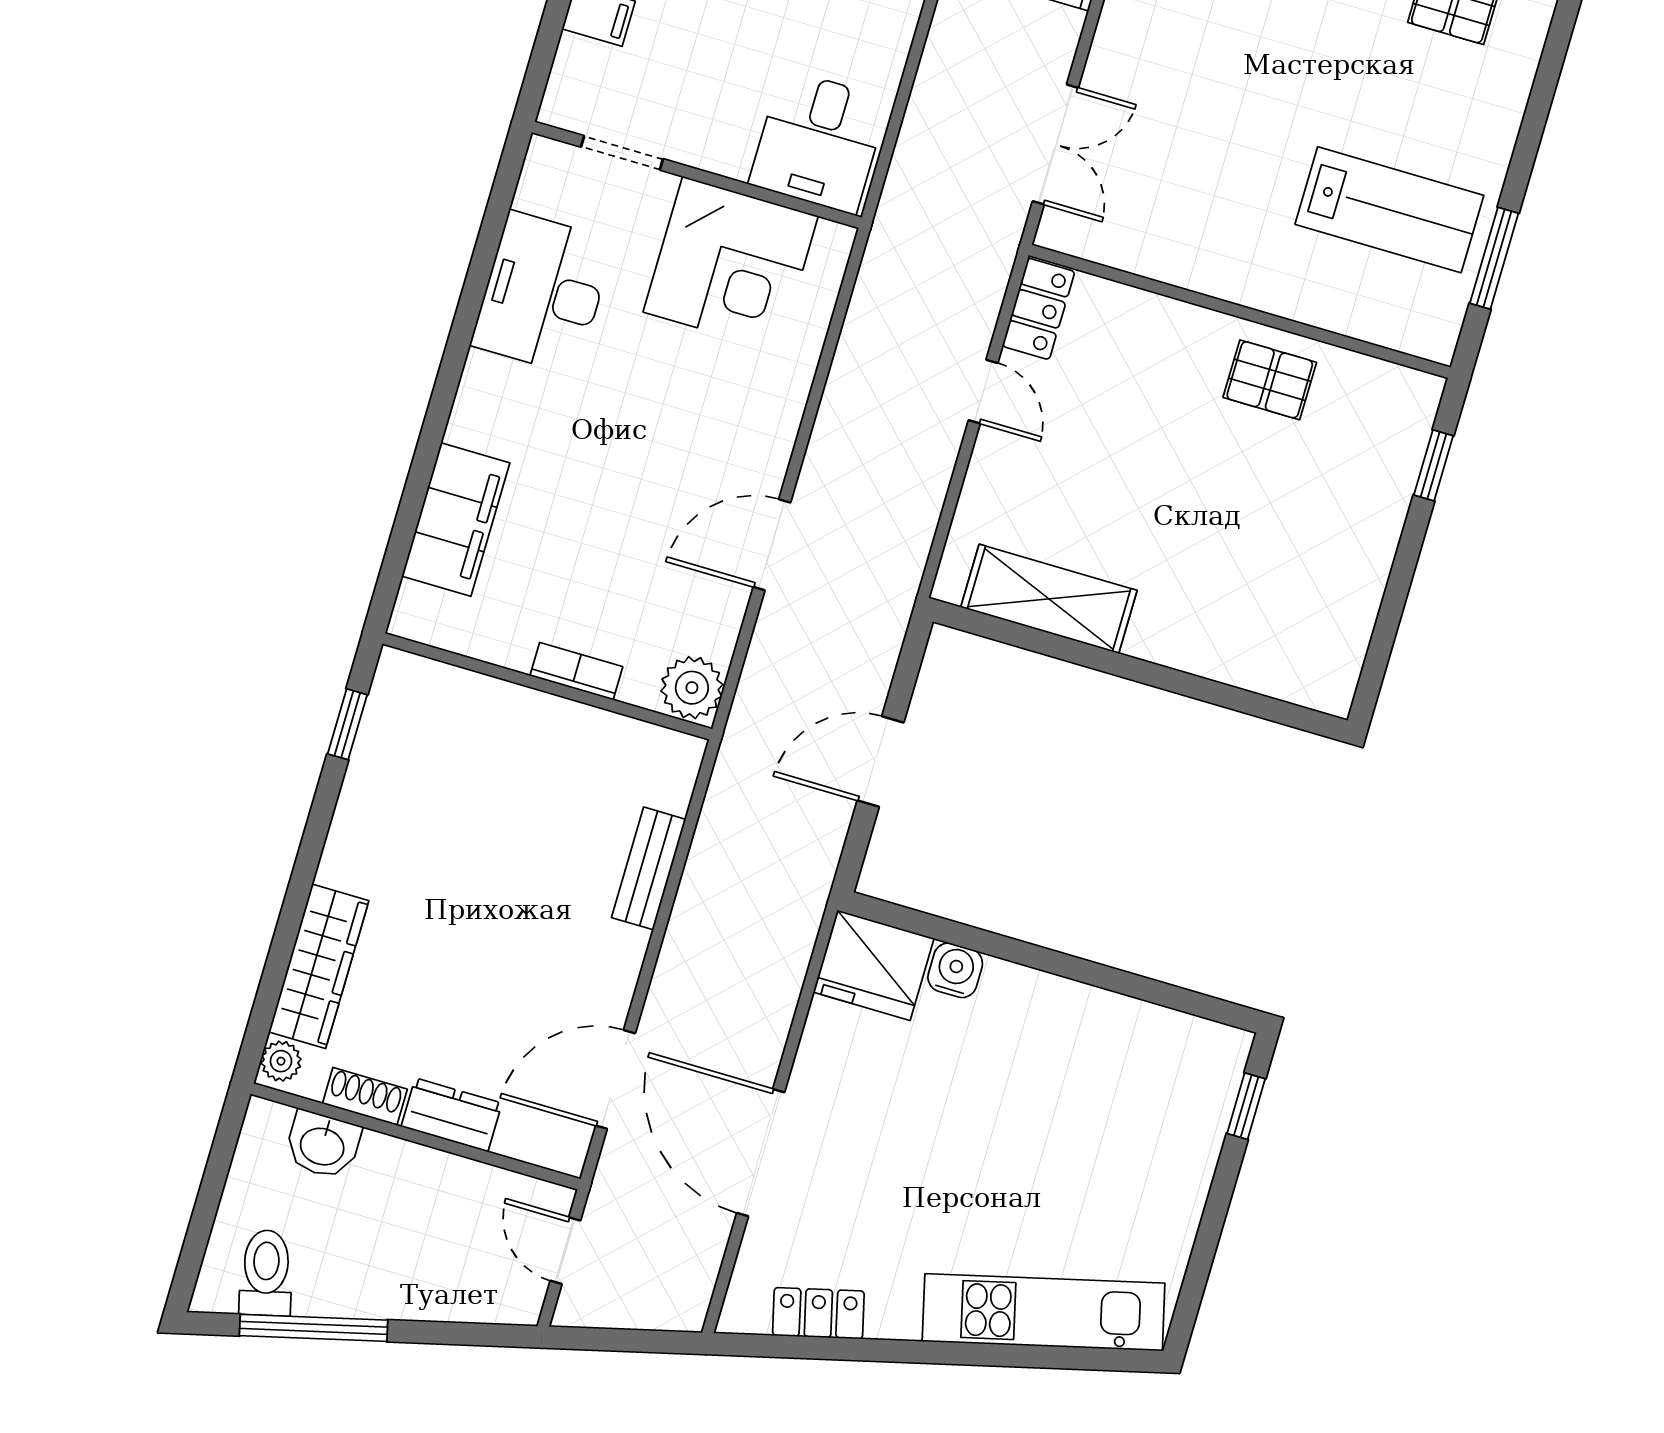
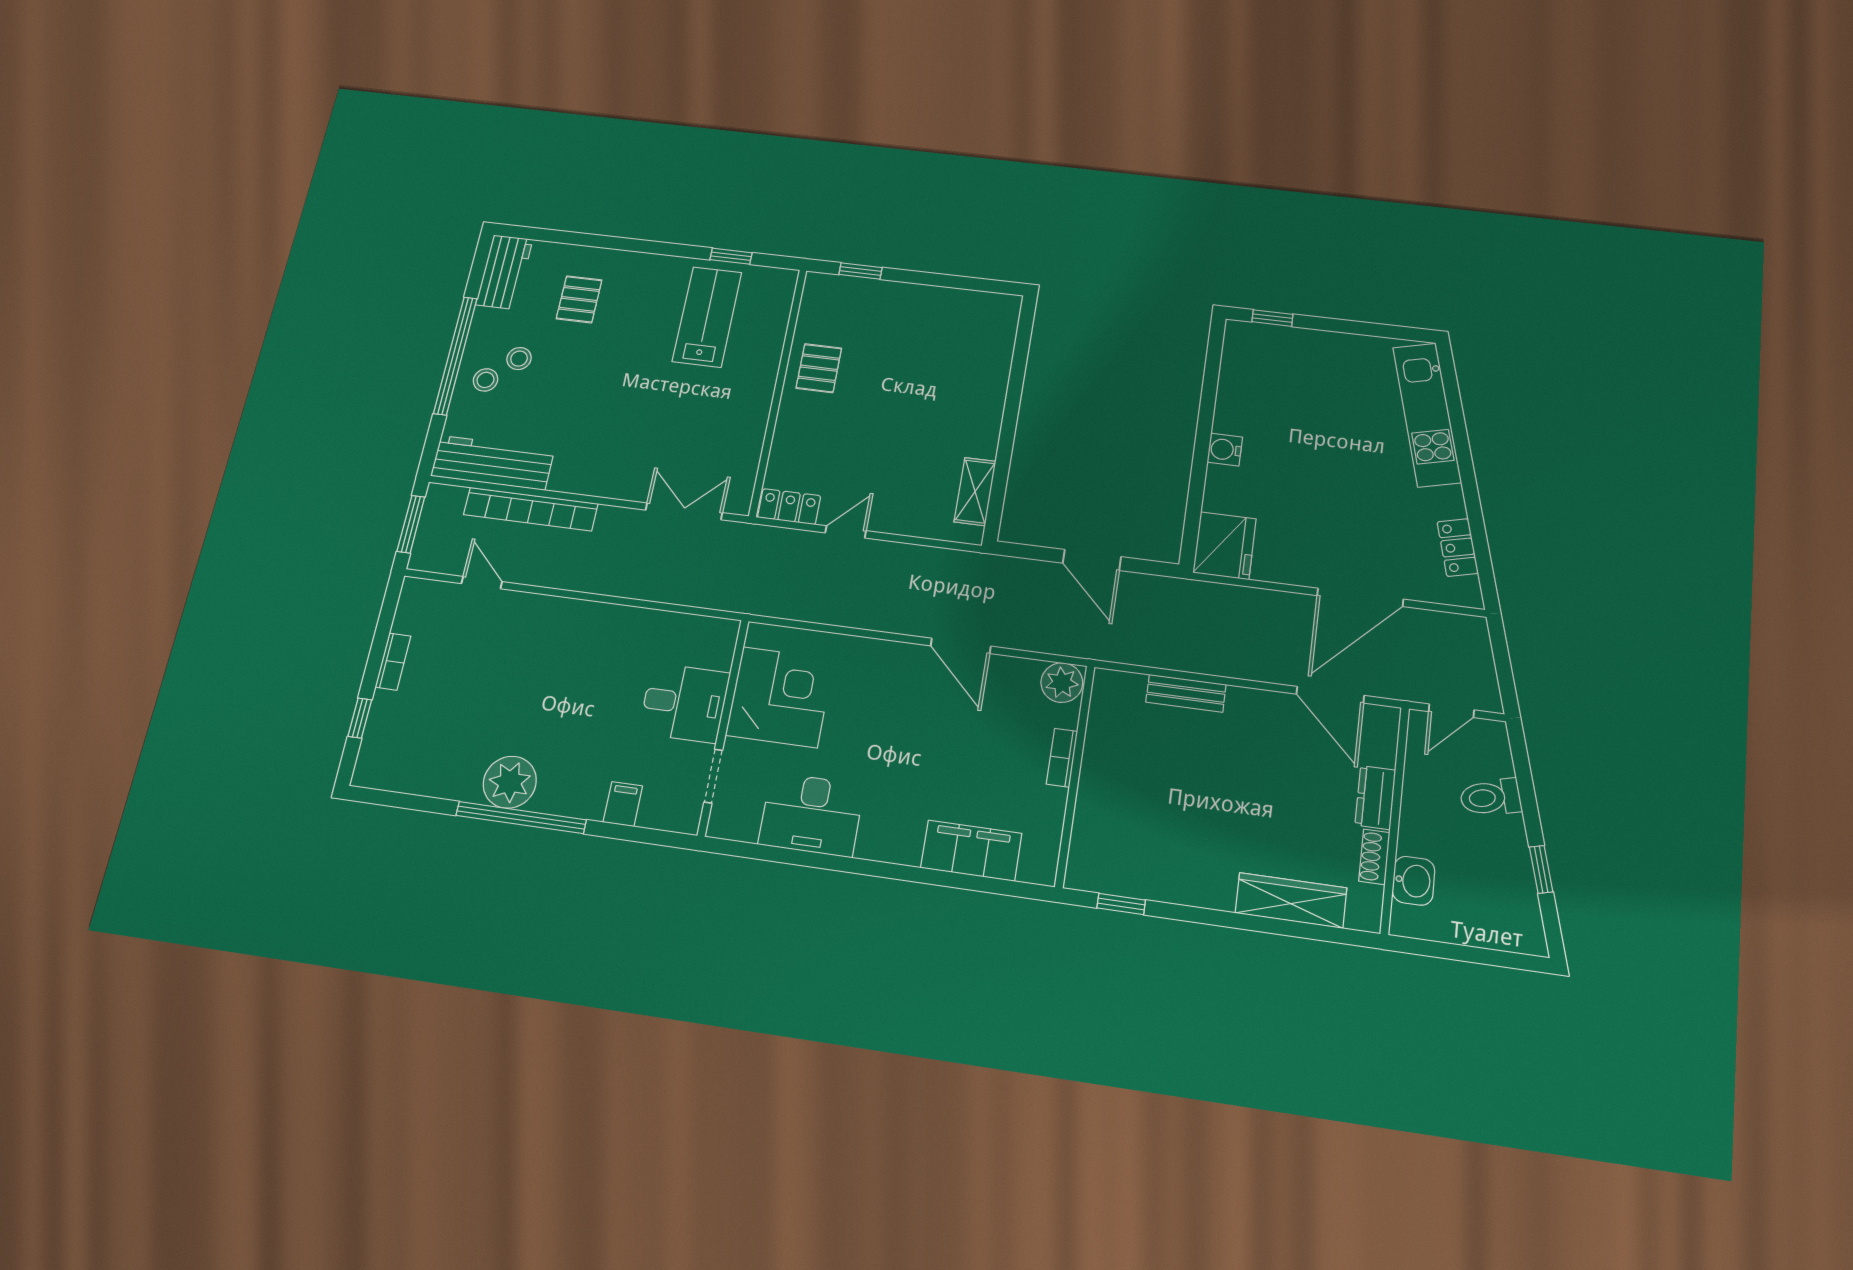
desk: (819, 141) -> (684, 703), moved
window: (1494, 258) -> (731, 256), width x0.67
shelving: (1049, 599) -> (975, 491), width x0.67, depth x0.75
water cooler: (955, 970) -> (1225, 450), moved
plant: (281, 1061) -> (1361, 917), removed
toilet: (266, 1273) -> (1490, 797), moved
window: (314, 1328) -> (1541, 869), width x0.46

